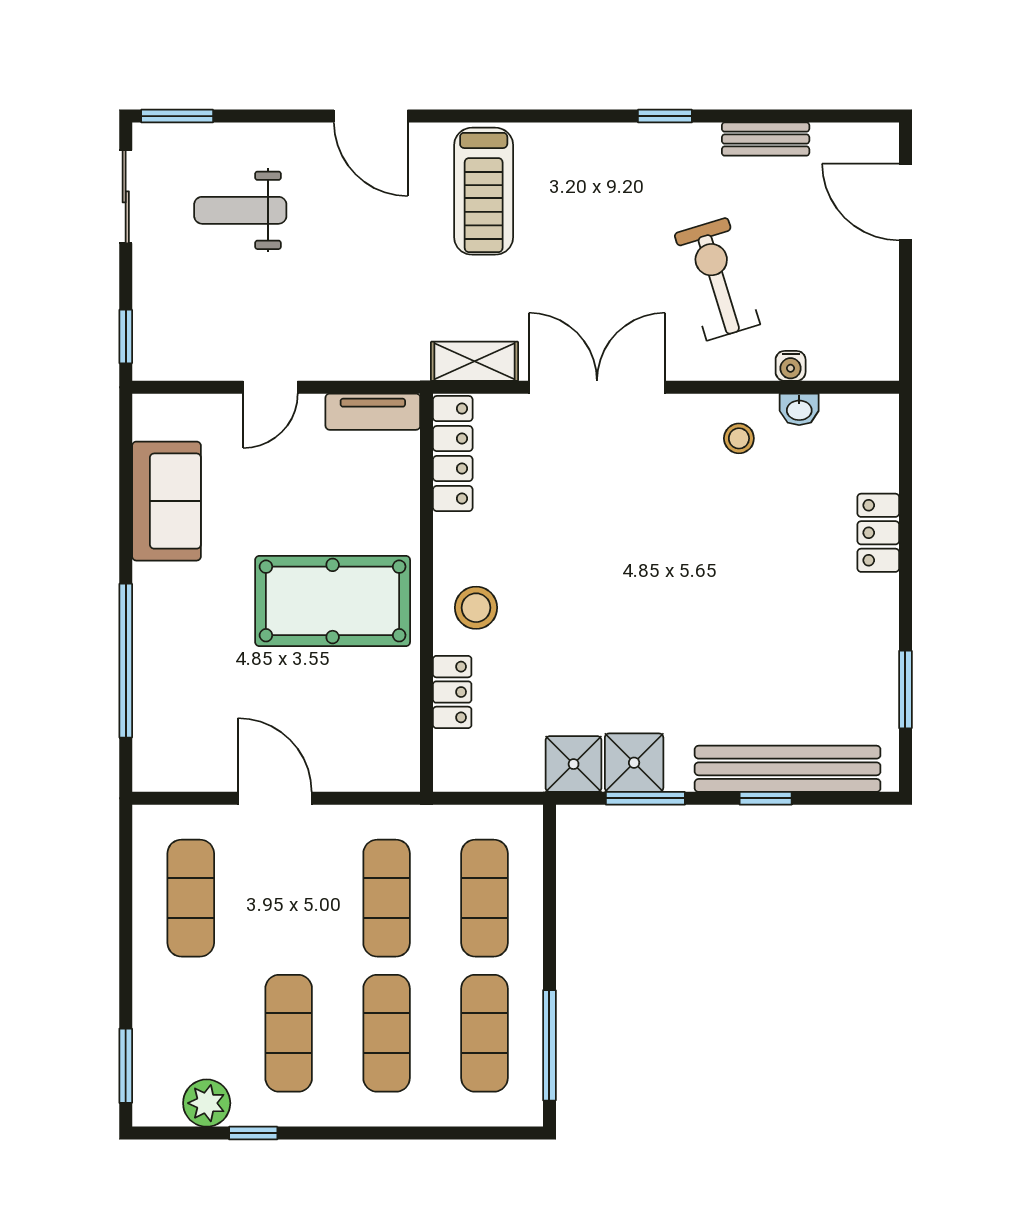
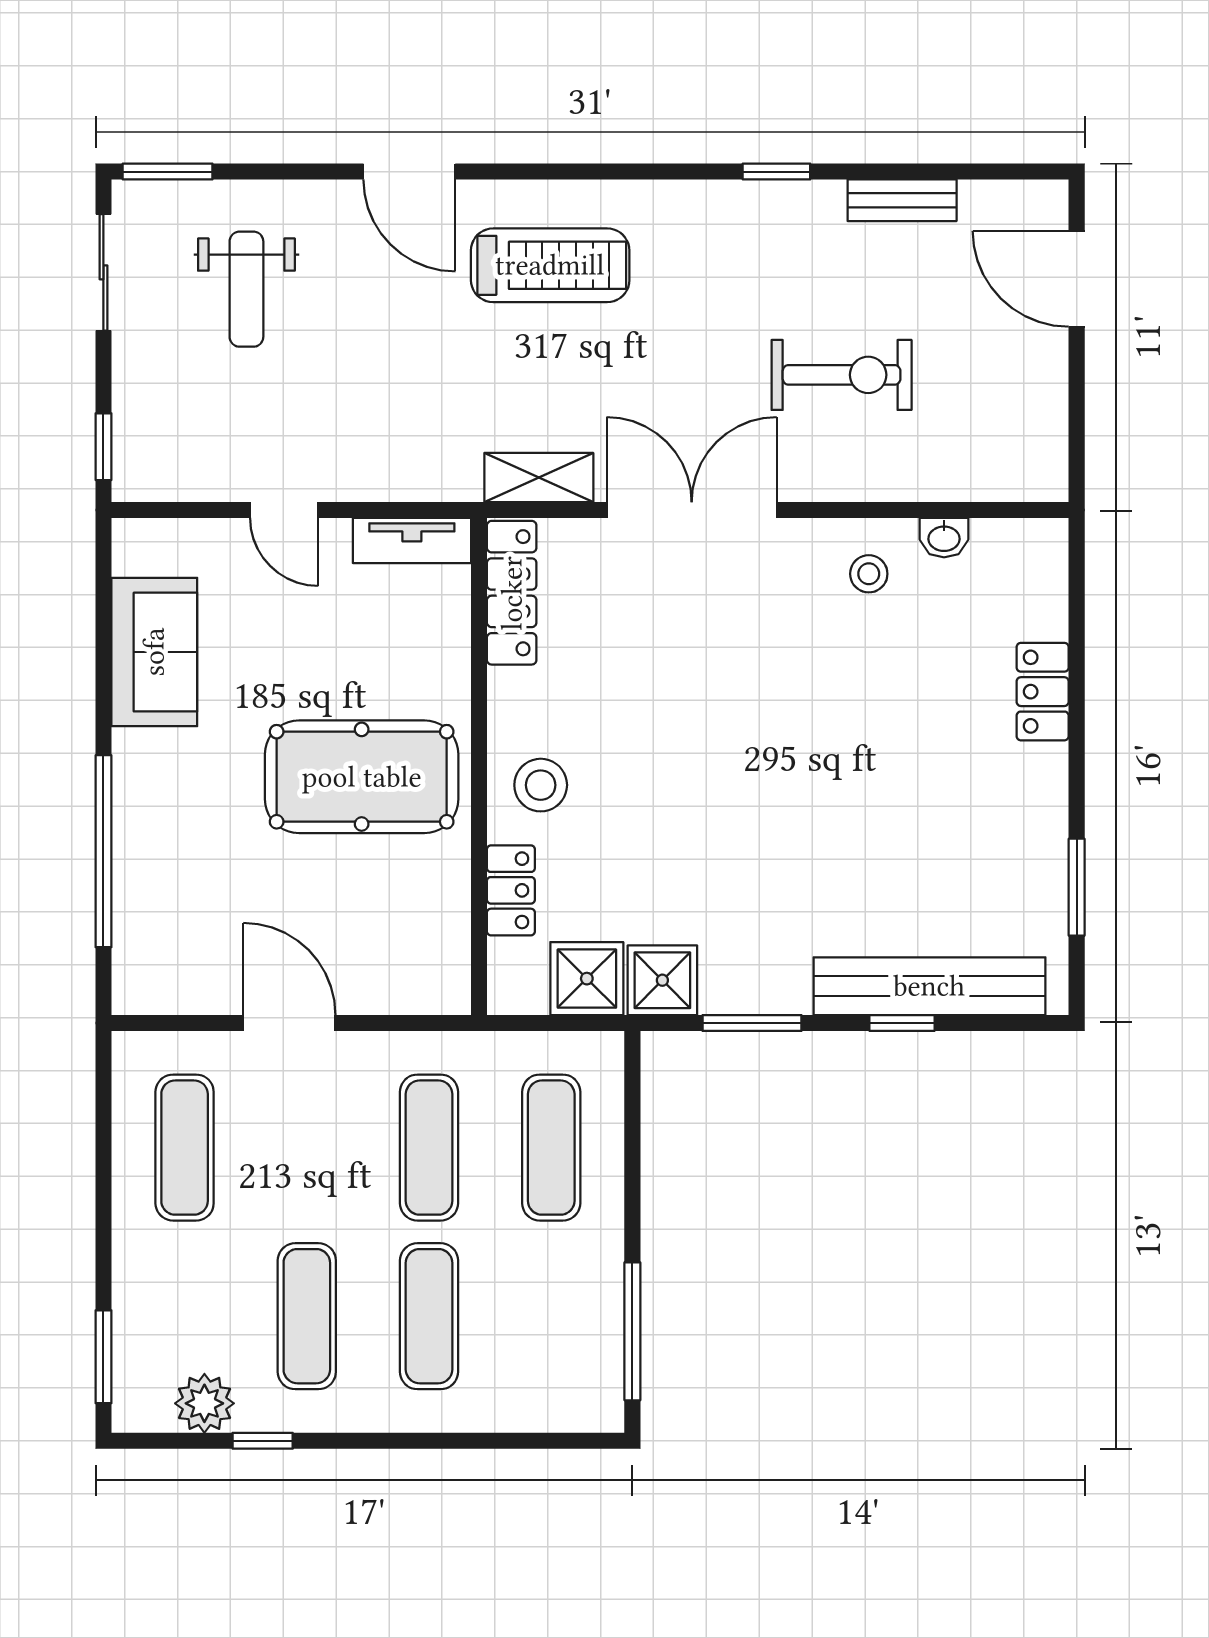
treadmill: (484, 191) -> (550, 265), turned -90
weight bench: (240, 210) -> (246, 289), turned -90
exercise bike: (717, 279) -> (842, 375), turned 107
water cooler: (791, 366) -> (933, 483), removed
door: (270, 387) -> (284, 510), hinge flipped
shower: (634, 763) -> (587, 979), moved
exercise mat: (484, 1033) -> (551, 1316), removed

